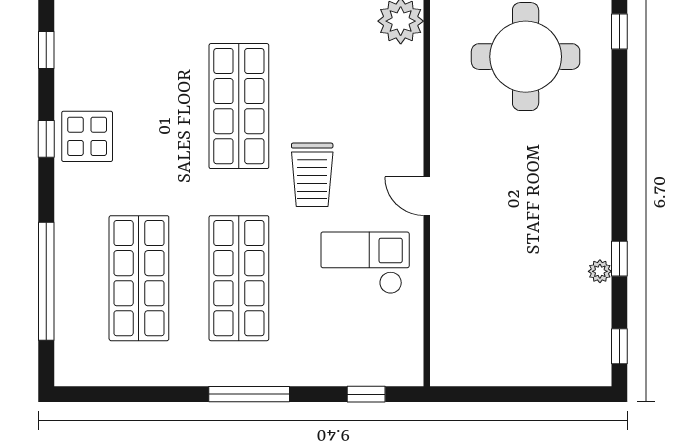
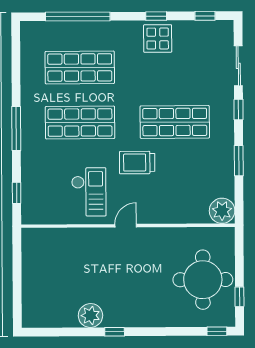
window: (619, 259) -> (115, 332), moved
plant: (600, 271) -> (90, 315), width x1.87, depth x1.87
window: (619, 346) -> (44, 332), removed

